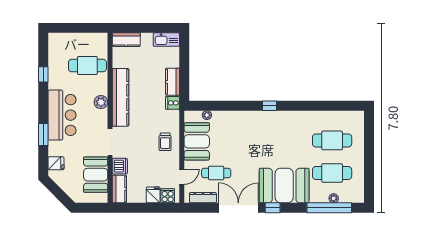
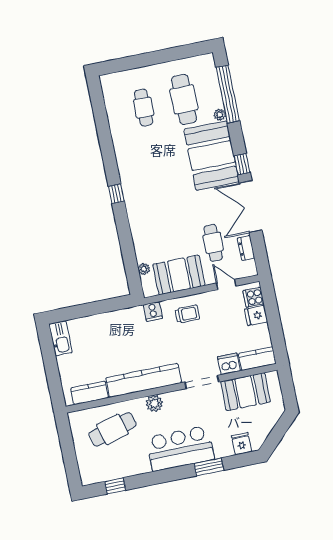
kitchen counter: (126, 40) -> (90, 393), moved, turned -90
cafe table: (87, 66) -> (112, 429), turned 74
window: (43, 74) -> (115, 486), moved
kitchen counter: (172, 82) -> (111, 320), removed
cooker: (173, 103) -> (153, 311), moved
cafe table: (332, 140) -> (144, 108), width x0.73, depth x0.74
dresser: (203, 198) -> (246, 248), width x0.70
plant: (334, 198) -> (220, 115), moved

